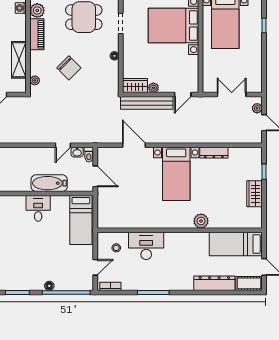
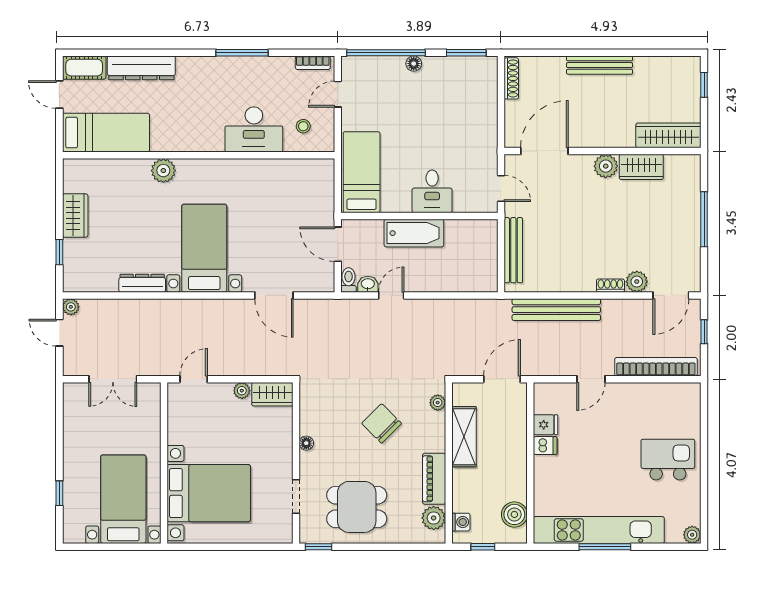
bench: (147, 103) -> (253, 365), removed
plant: (257, 108) -> (71, 307), moved

